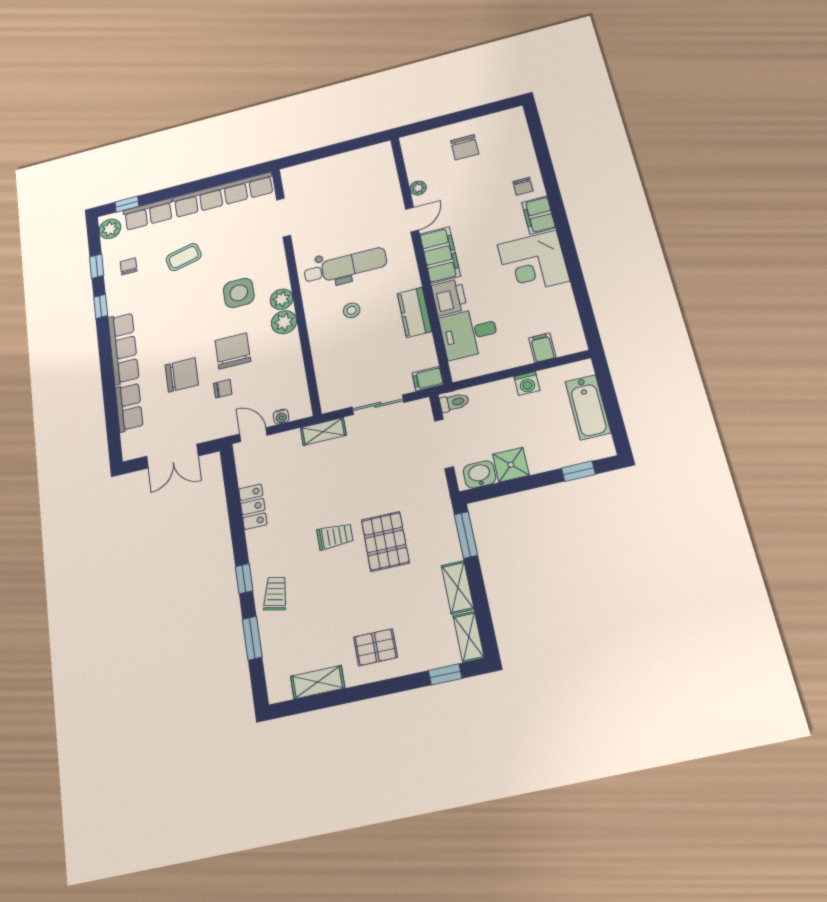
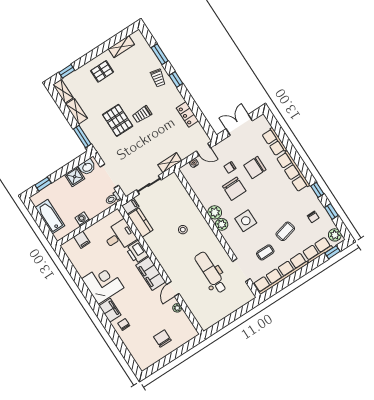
coffee table: (232, 234) -> (265, 252), added
dental chair: (345, 266) -> (211, 272), moved, turned 90
kitchen counter: (414, 312) -> (140, 223), moved

